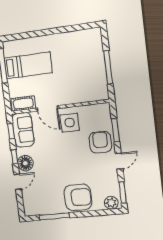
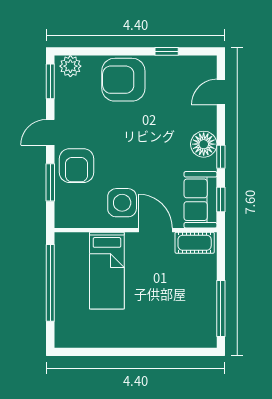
bed: (28, 65) -> (107, 271), moved, turned -90
window: (108, 67) -> (50, 283), width x1.46
door: (18, 182) -> (221, 92), moved
window: (54, 216) -> (167, 51), width x0.46

